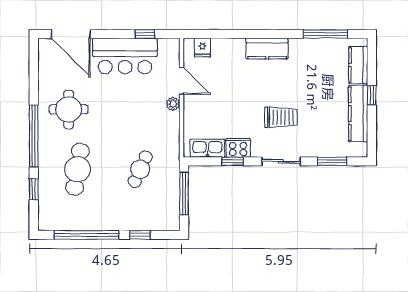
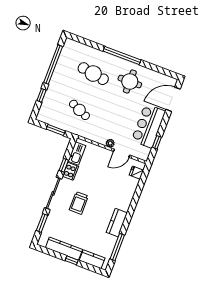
kitchen counter: (267, 49) -> (117, 223), moved
sliding door: (281, 161) -> (53, 193), width x1.37
window: (34, 189) -> (91, 44), removed
window: (184, 194) -> (56, 130), width x0.69

